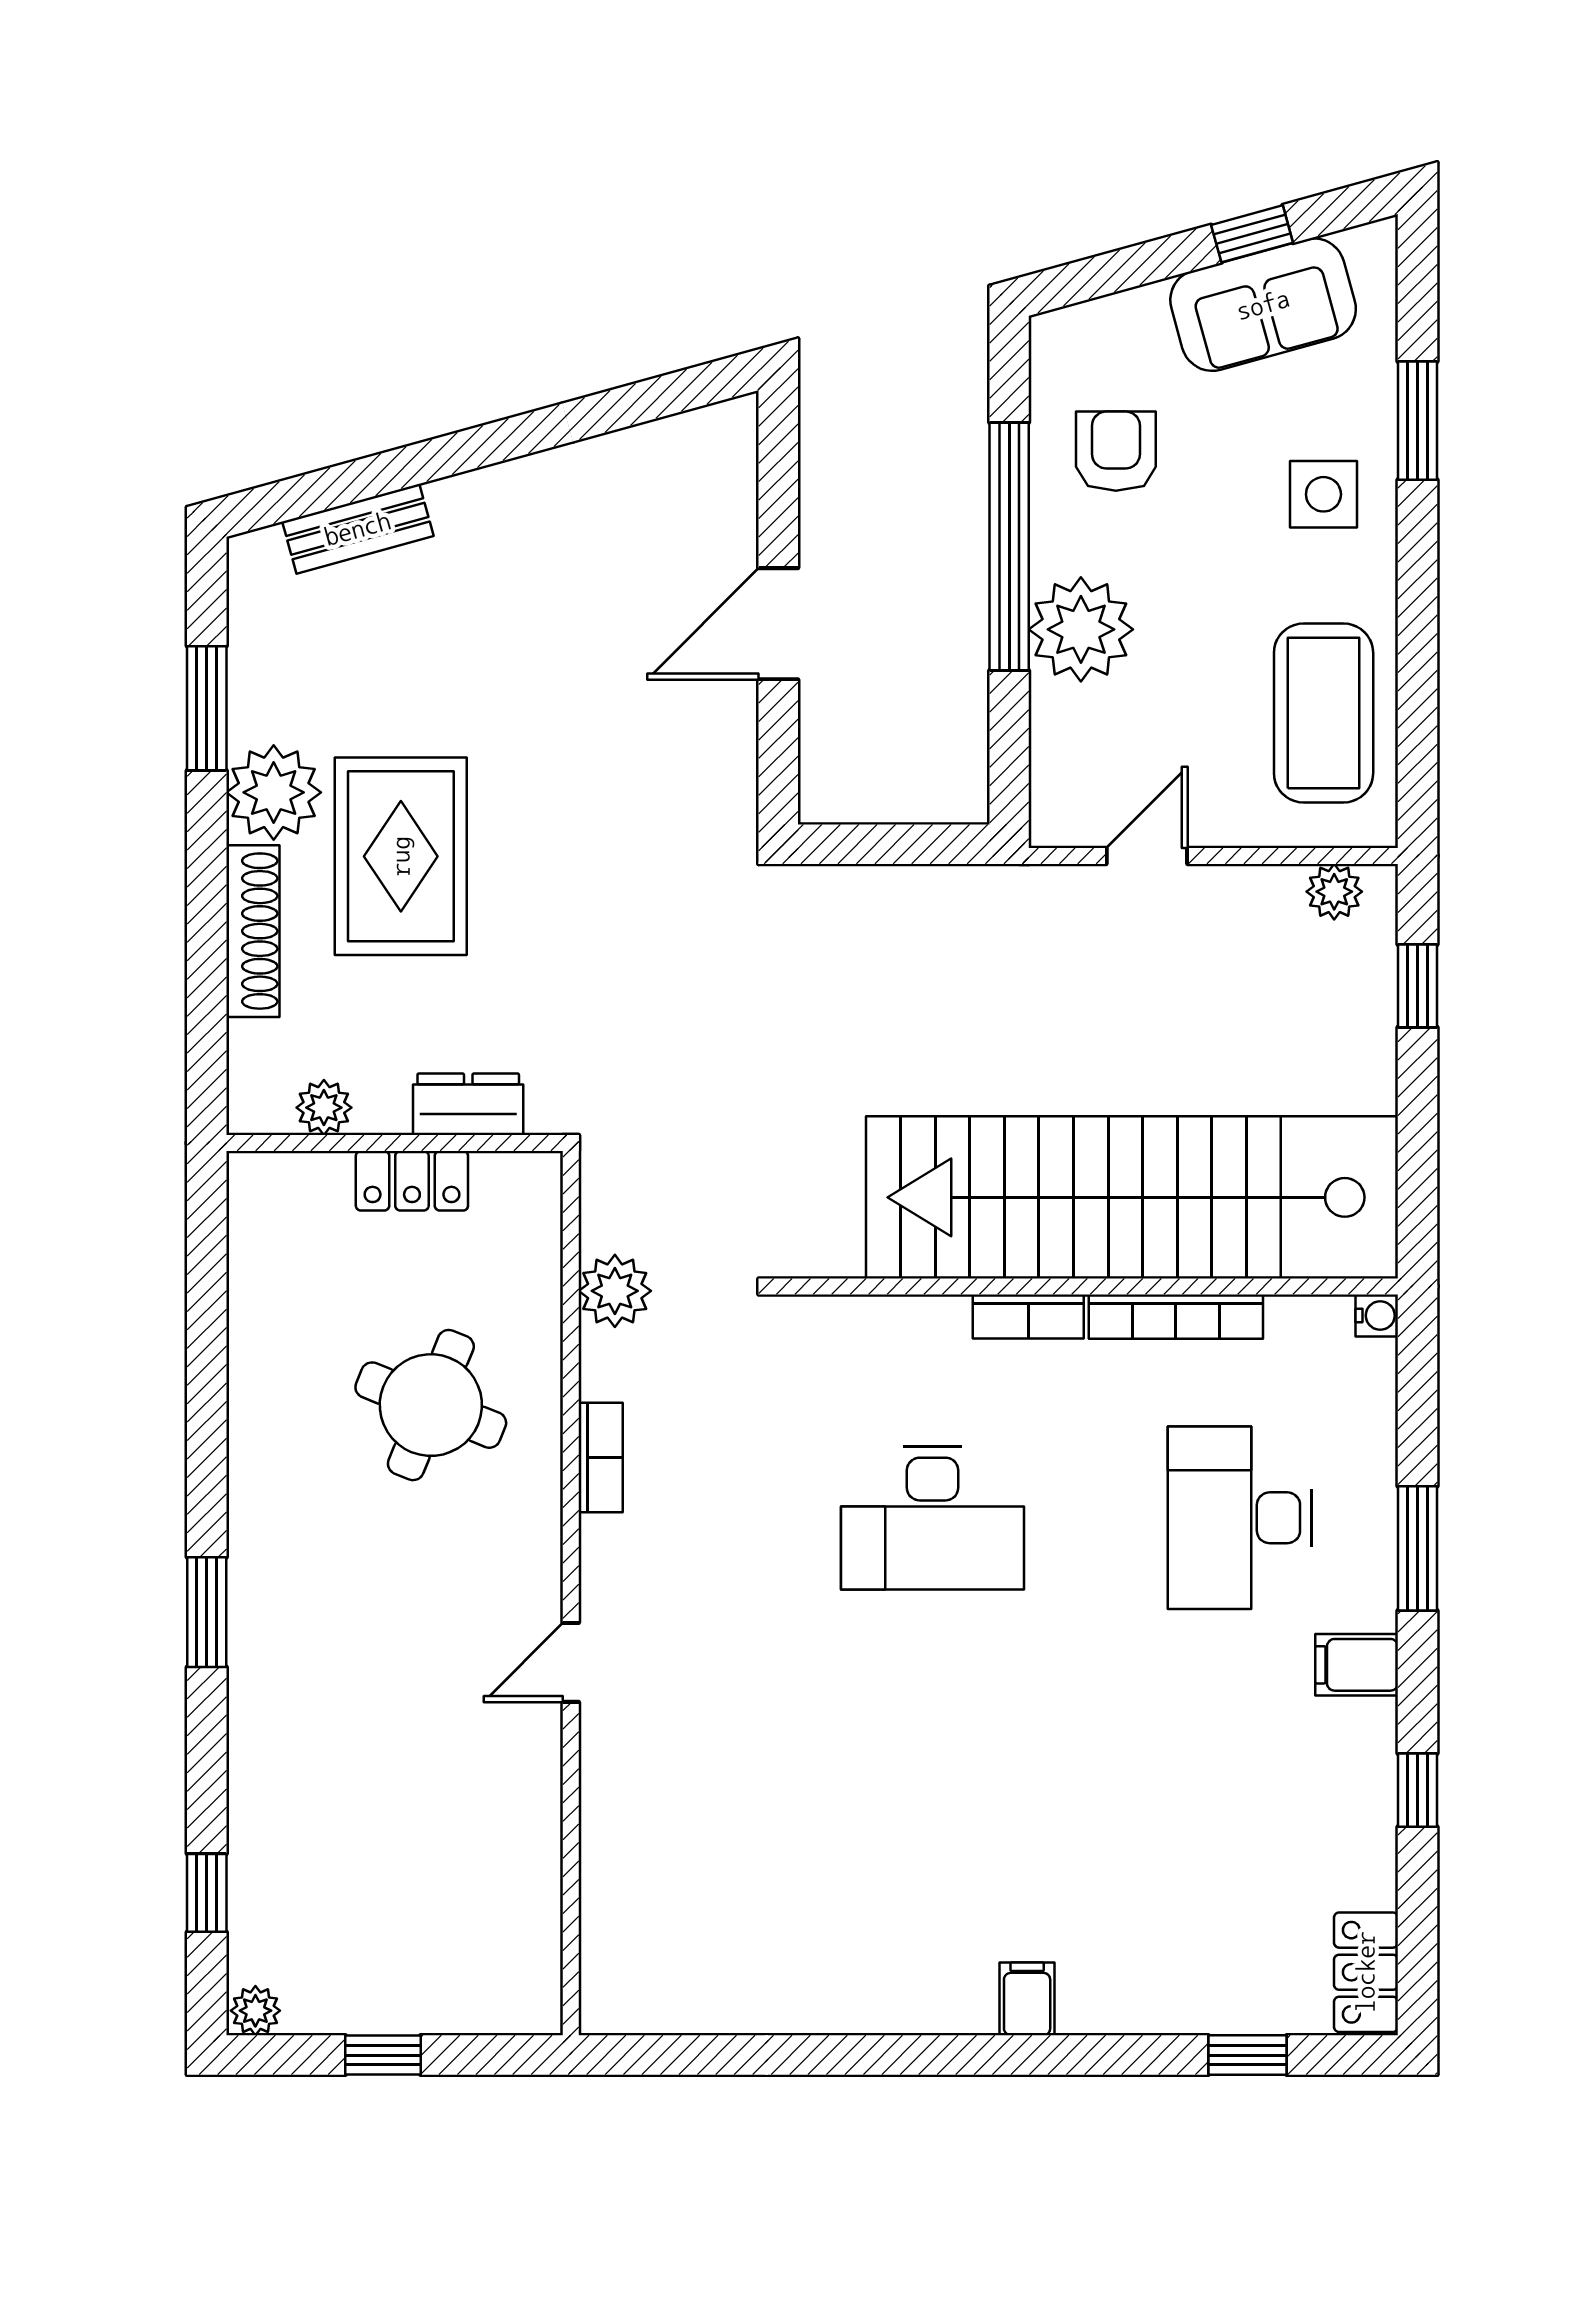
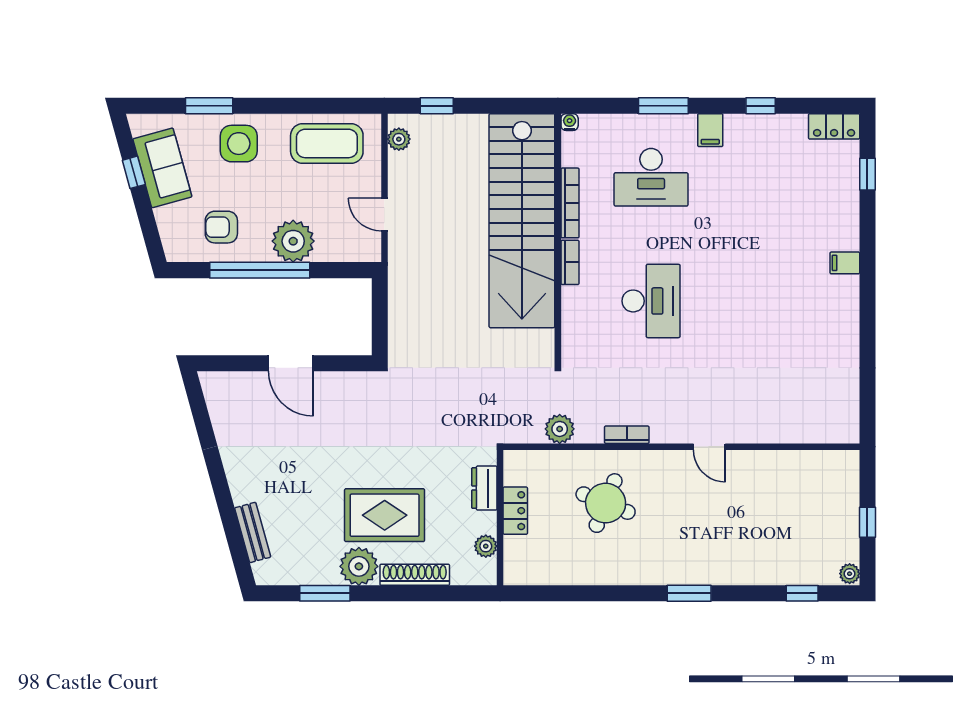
side table: (1323, 494) -> (239, 144), width x1.37, depth x1.37

